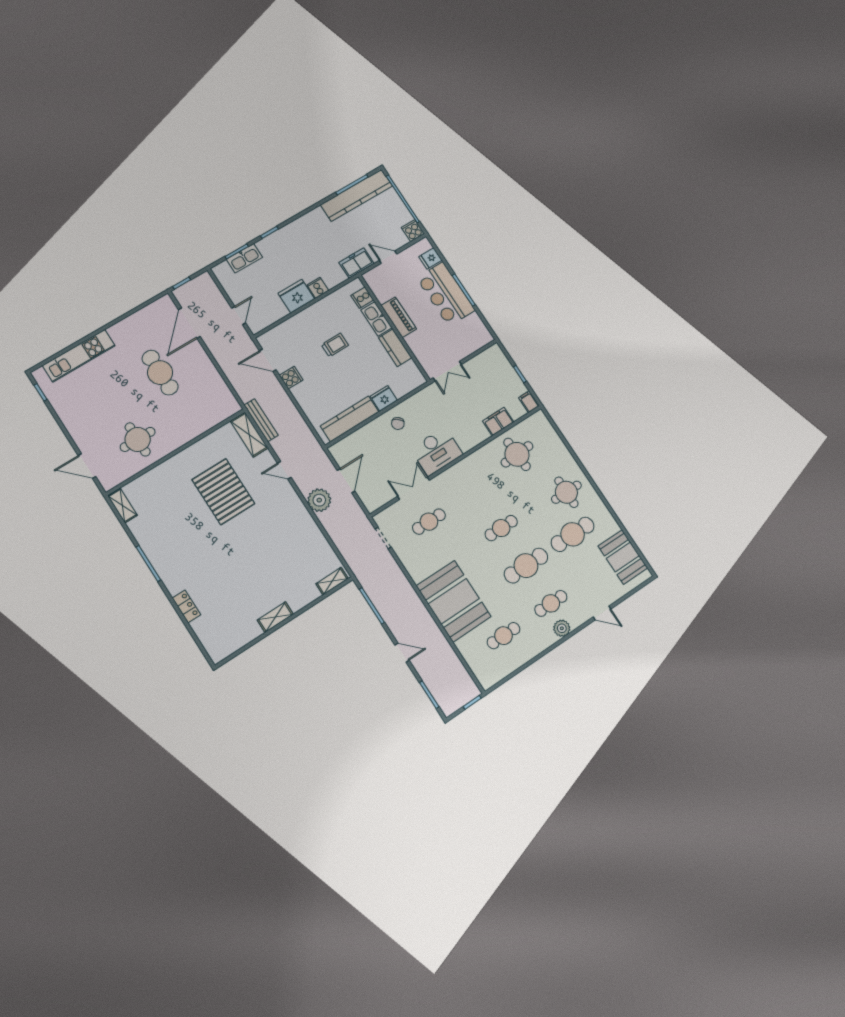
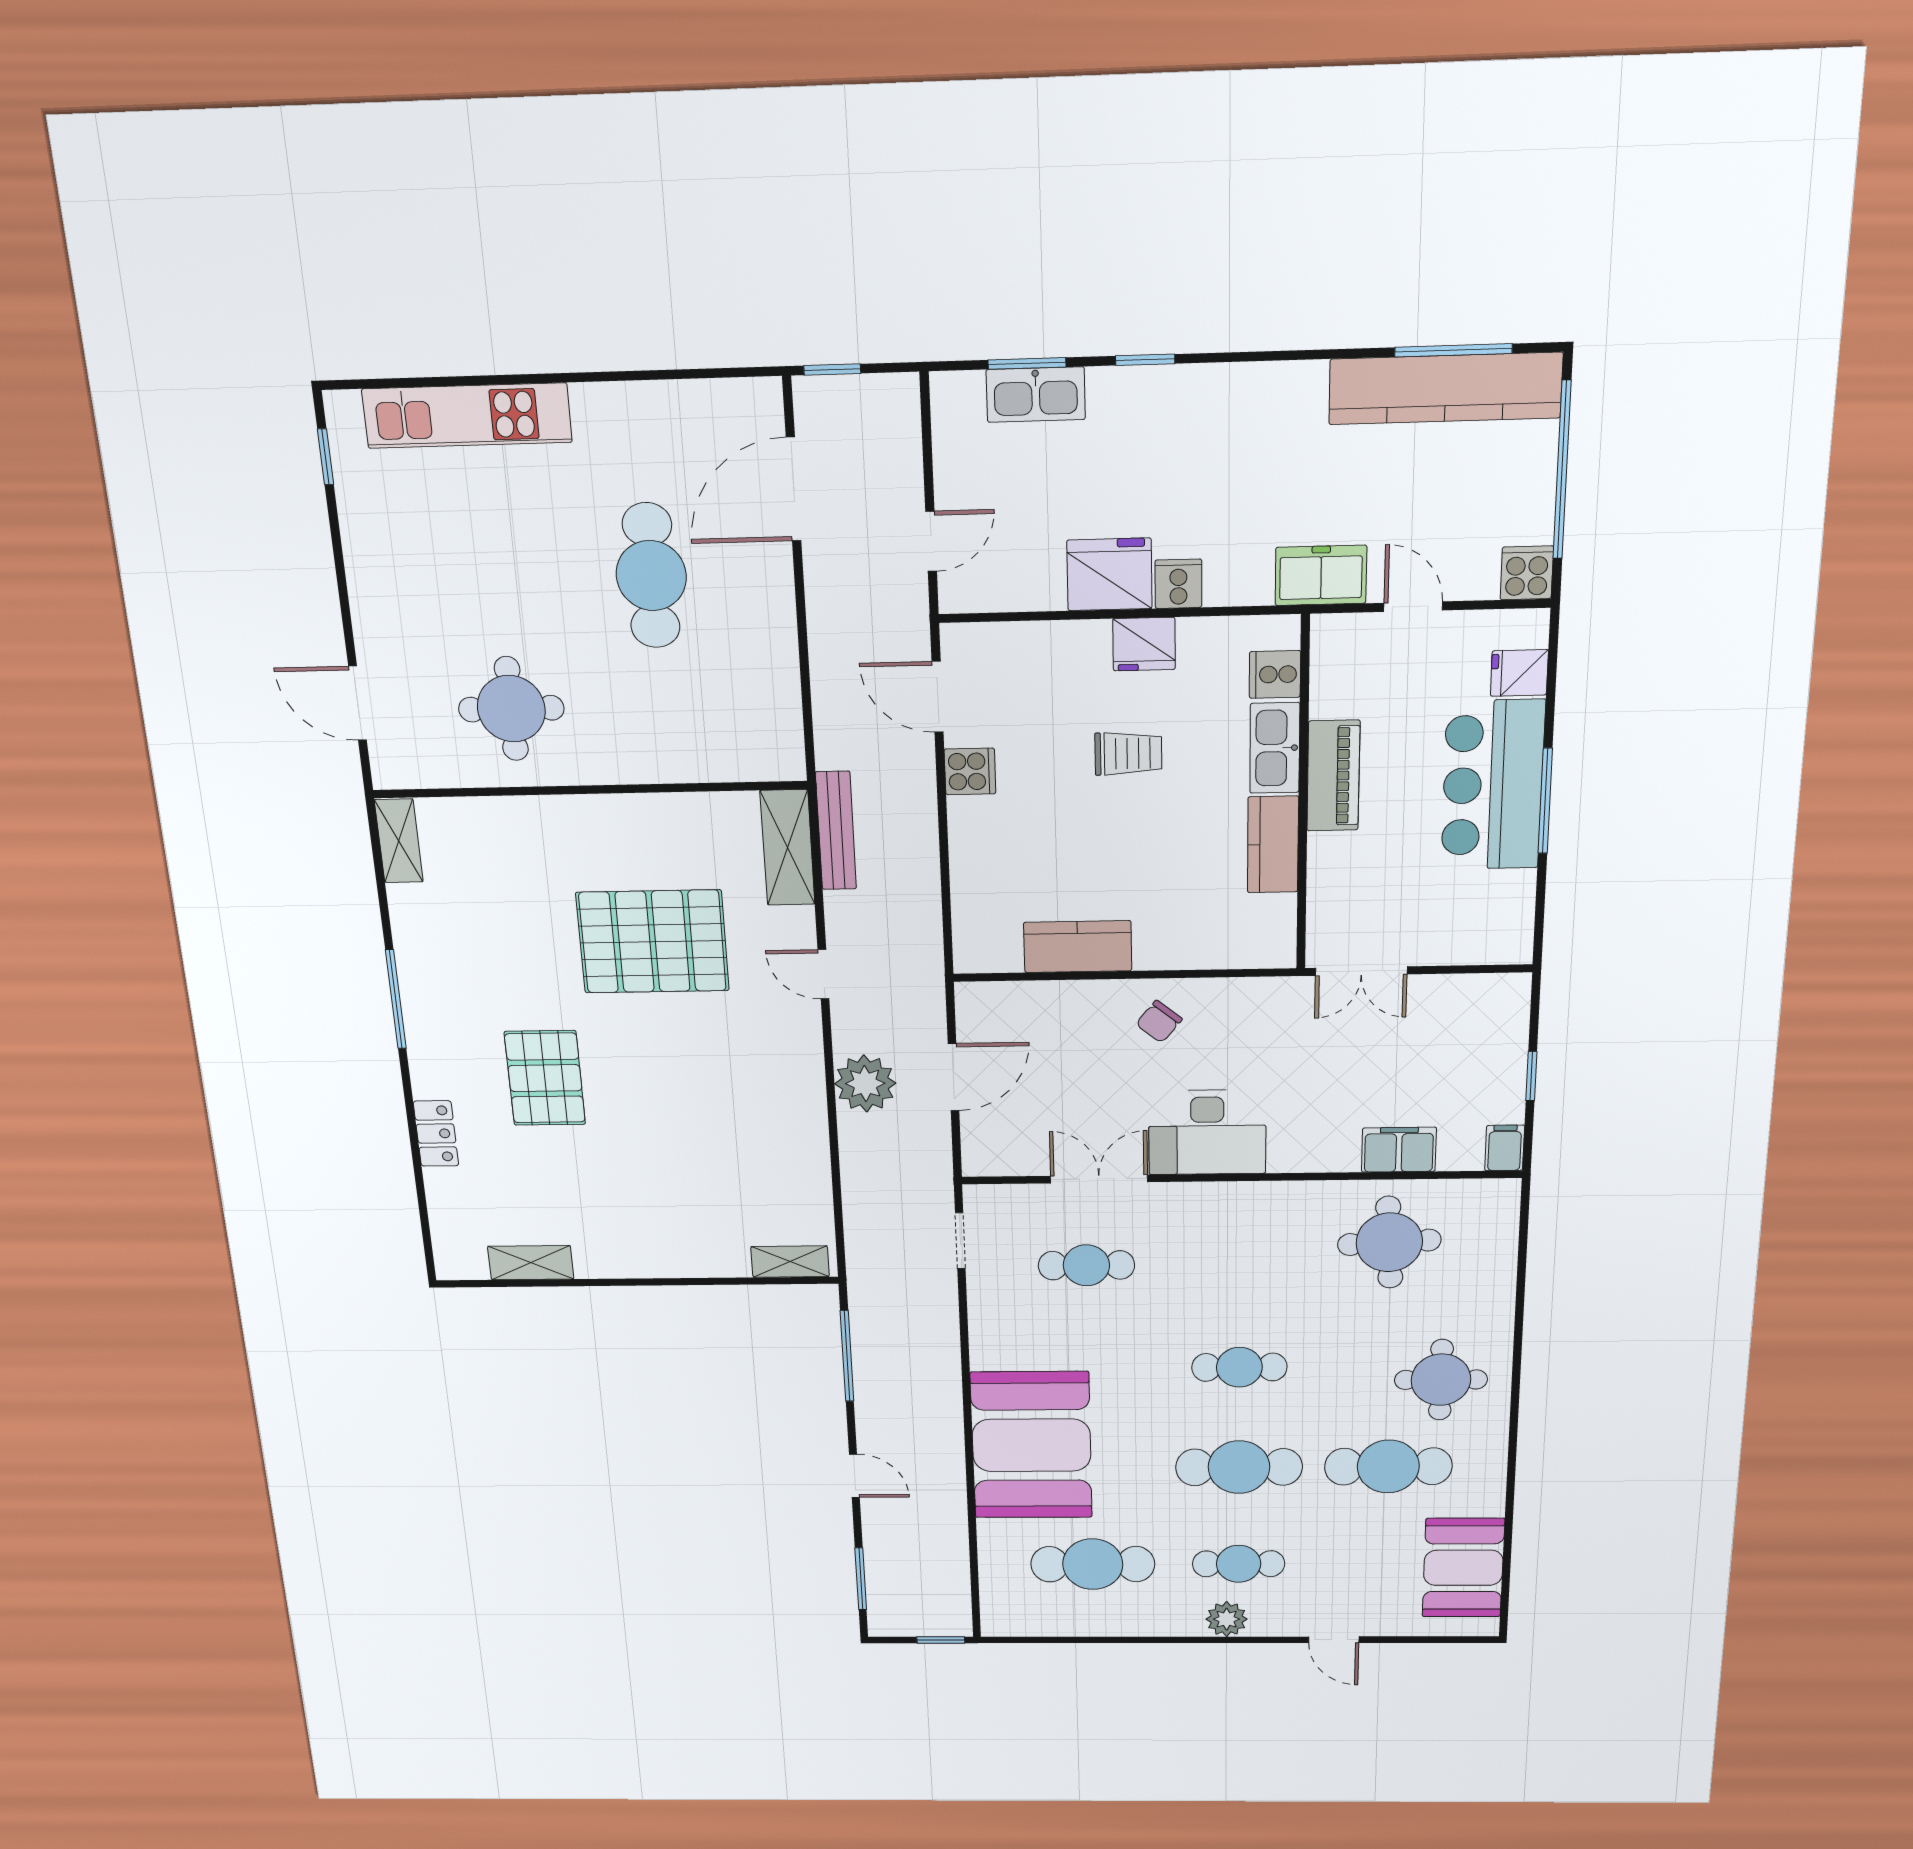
fridge: (384, 398) -> (1144, 644), moved, turned 180
kitchen counter: (350, 419) -> (1078, 947), width x0.67
pallet: (223, 492) -> (653, 942), turned 90
pallet: (213, 562) -> (545, 1078), added
shelving: (275, 617) -> (531, 1263), moved
cafe table: (504, 636) -> (1093, 1564), width x1.37, depth x1.35

